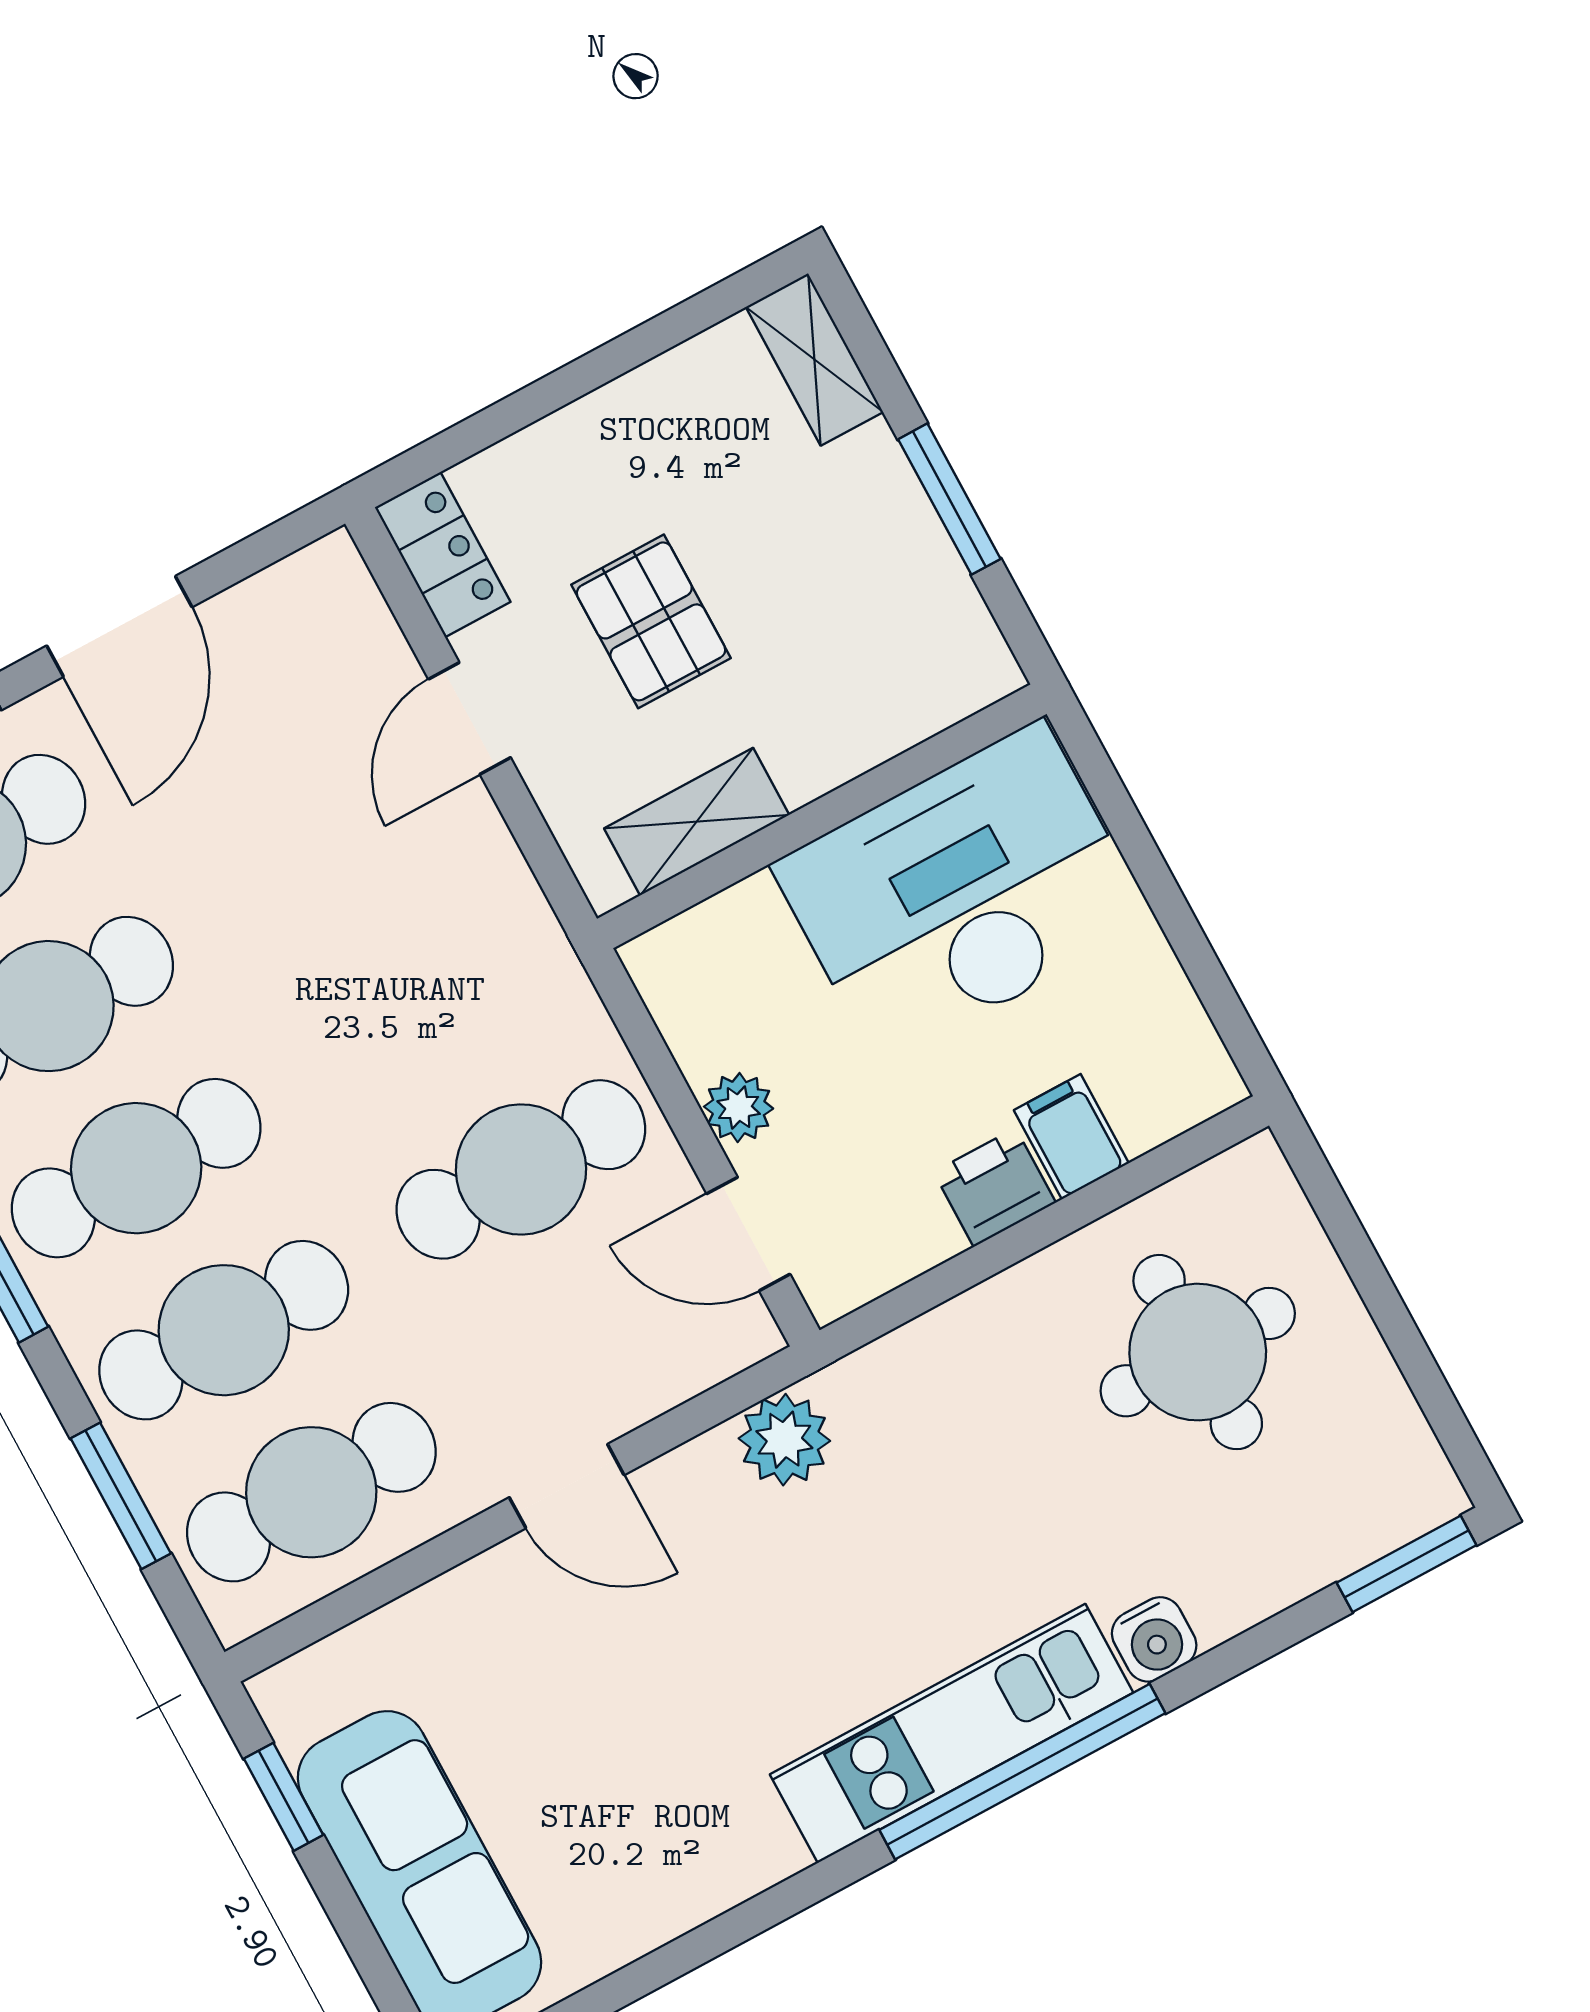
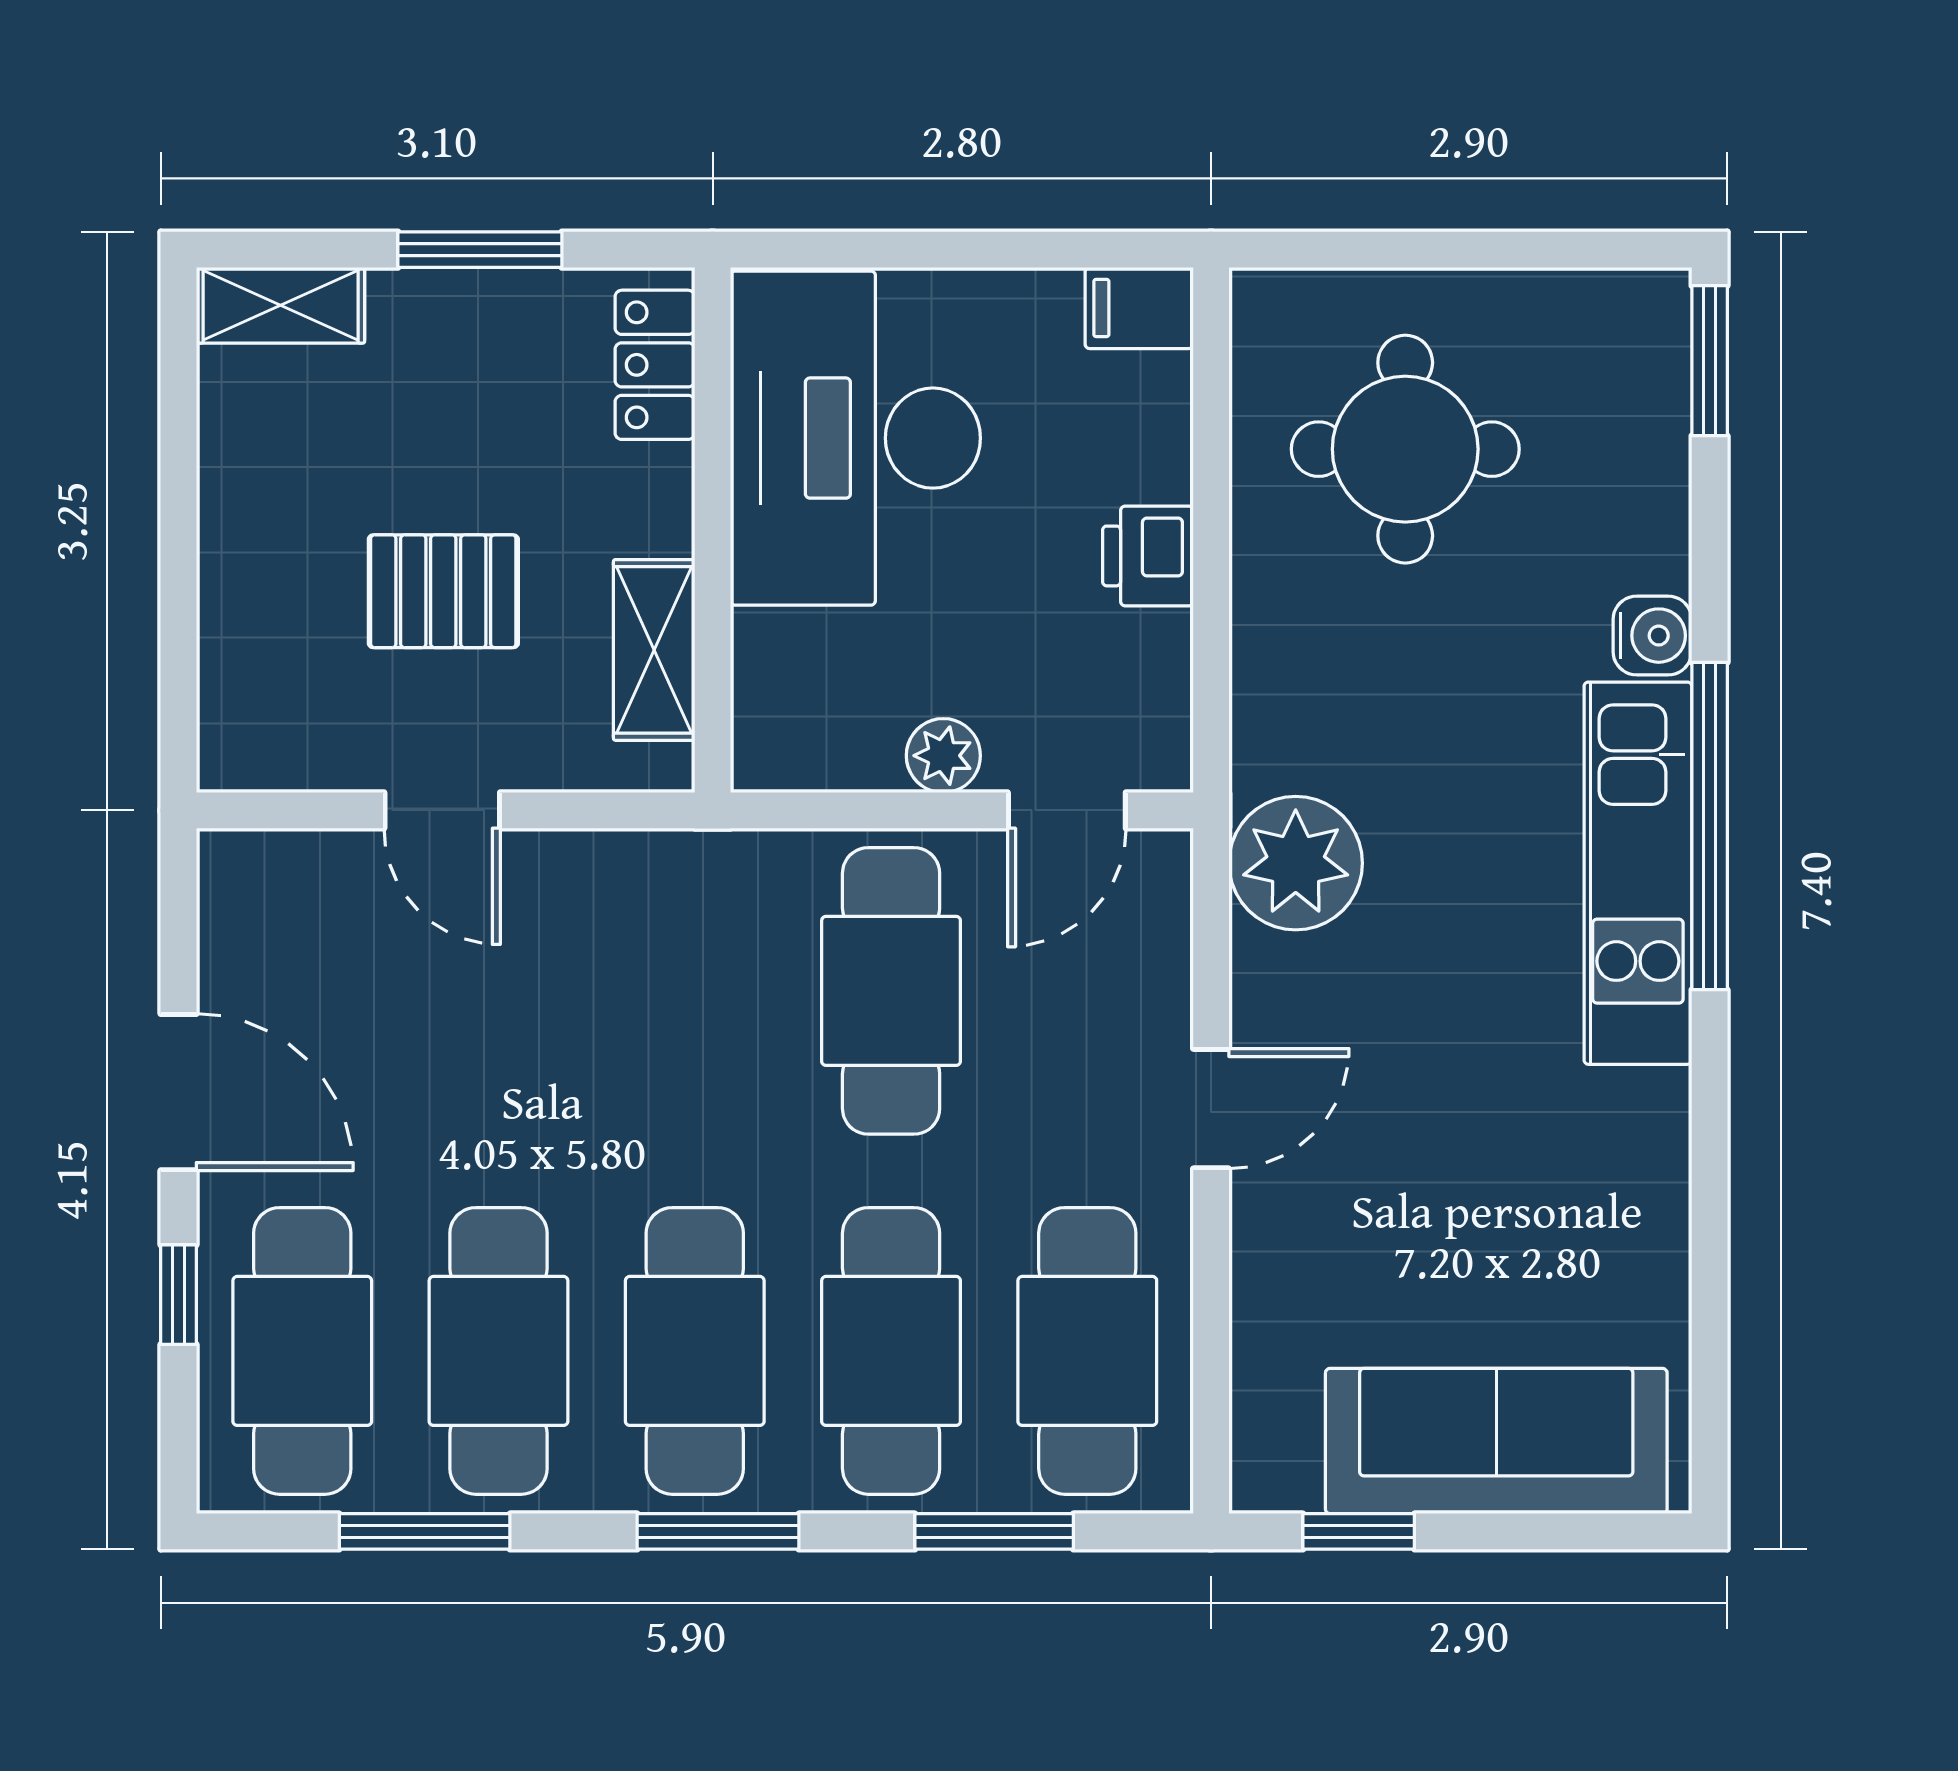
locker: (443, 555) -> (655, 365), moved, turned -90
filing cabinet: (1071, 1137) -> (1139, 308), moved
plant: (784, 1440) -> (1296, 863), width x1.36, depth x1.36

